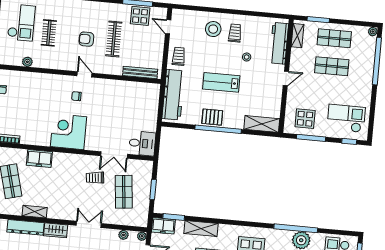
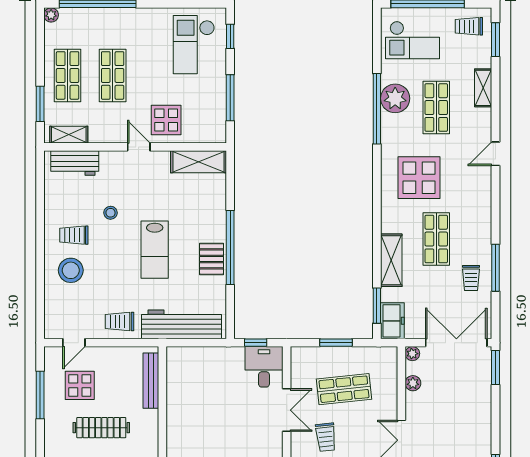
display table: (140, 16) -> (80, 385), moved
workbench: (279, 43) -> (75, 163), width x0.73
display table: (305, 119) -> (166, 120), moved
shelving: (262, 124) -> (199, 162), moved, turned 90
window: (158, 140) -> (256, 343), added

